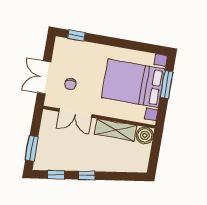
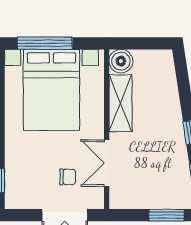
window: (167, 84) -> (45, 43), width x1.44
double door: (75, 113) -> (107, 163), swing flipped

